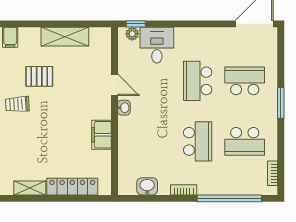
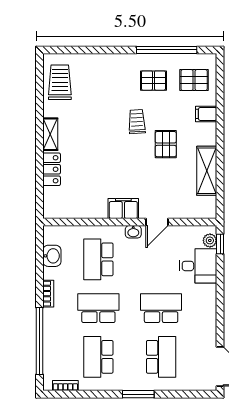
filing cabinet: (101, 135) -> (123, 209), moved
school desk: (151, 141) -> (98, 259), added
school desk: (198, 141) -> (98, 308), turned 180
locker: (72, 187) -> (52, 169), width x0.66

